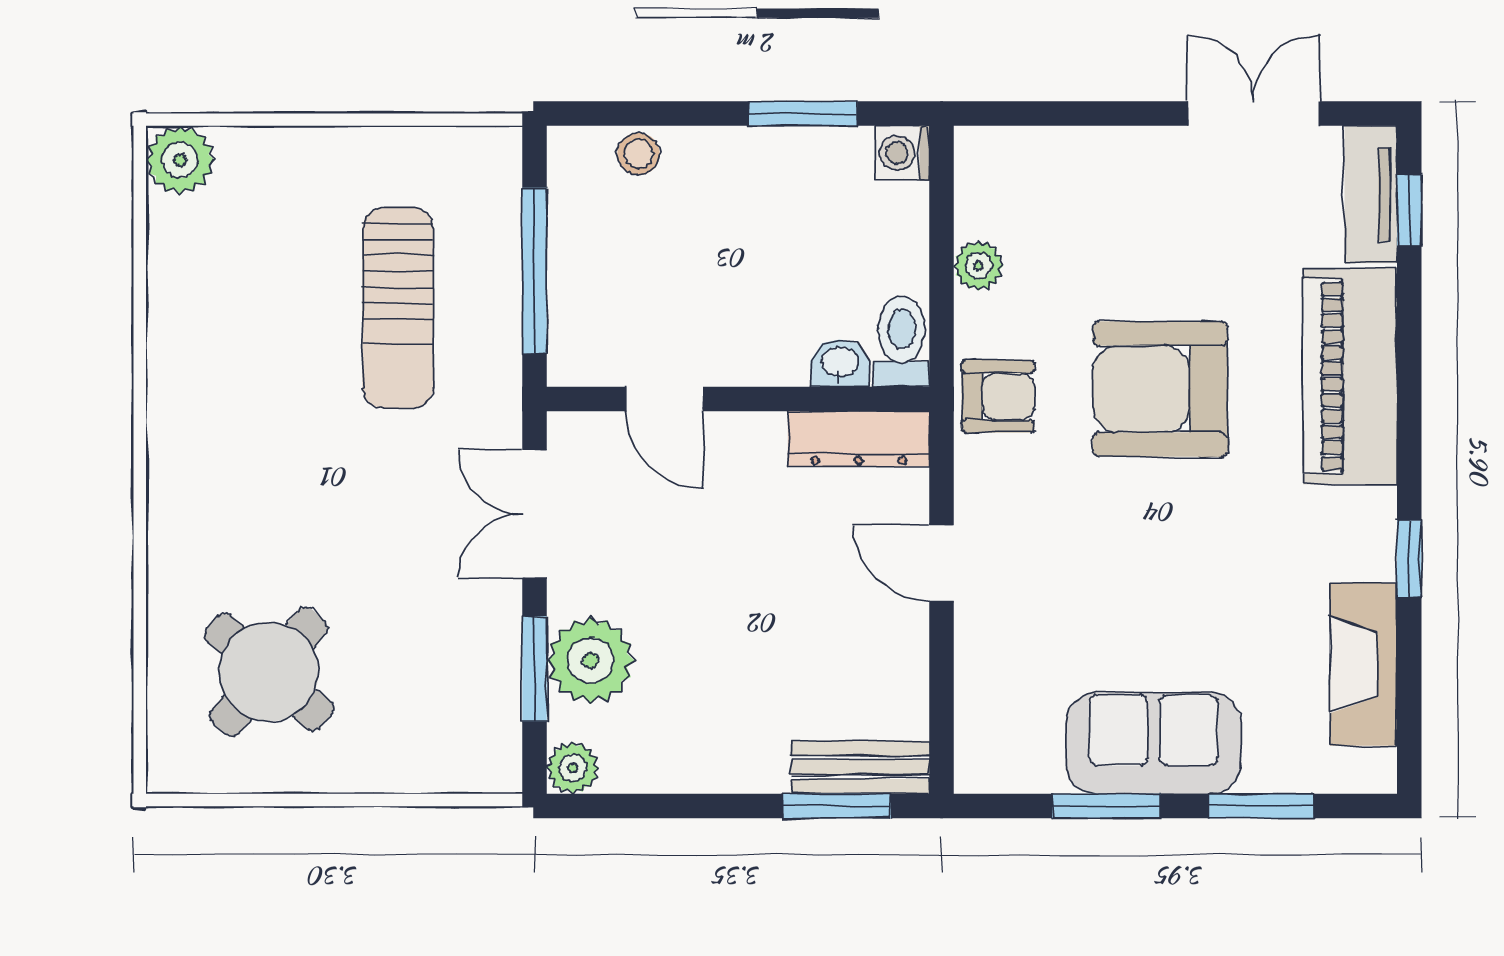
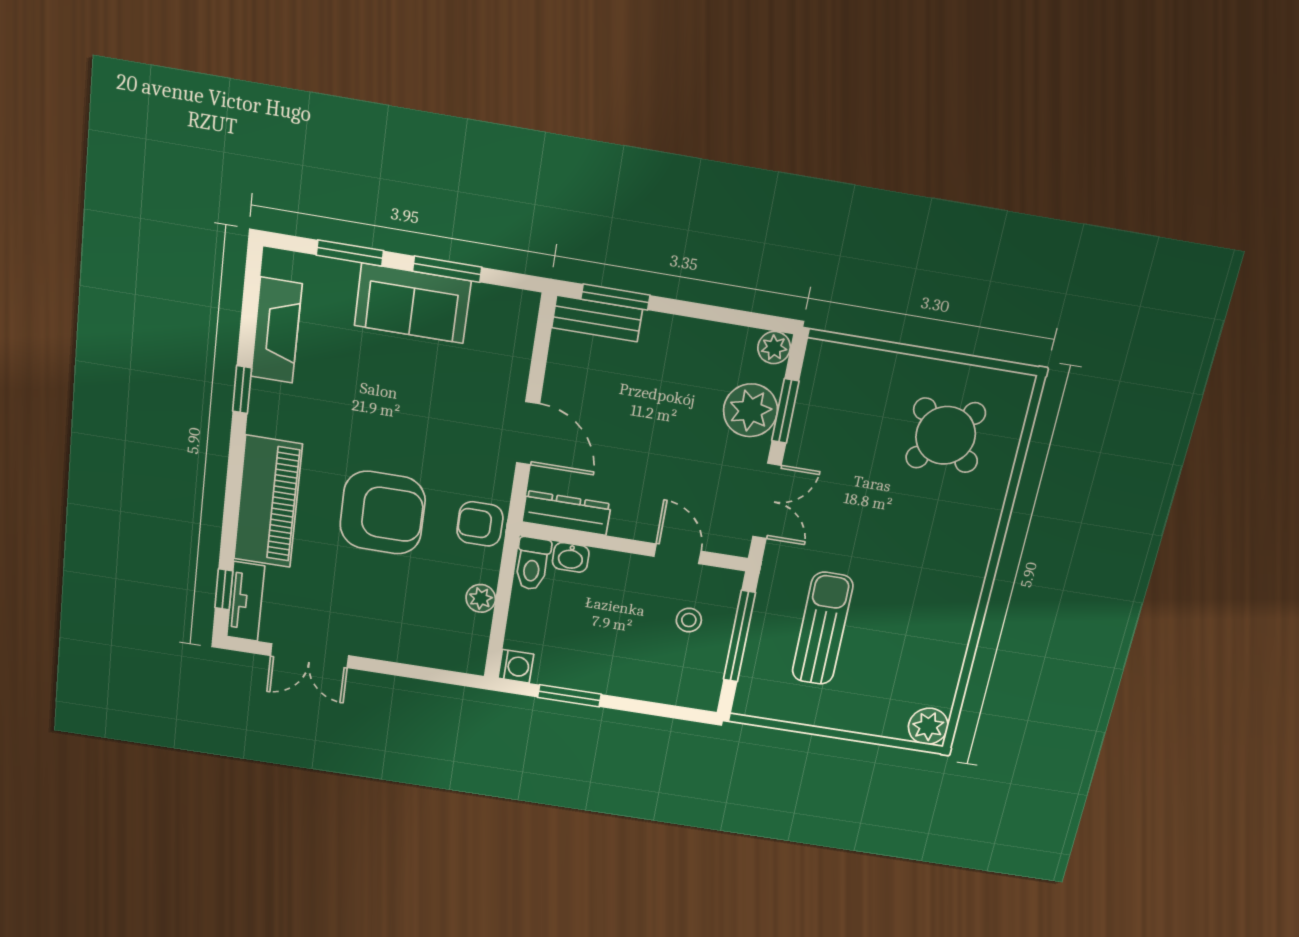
stool: (639, 154) -> (689, 620), moved
door: (942, 563) -> (528, 433), width x1.38

